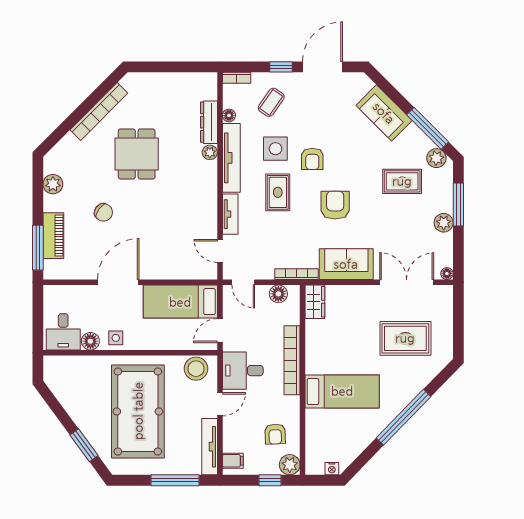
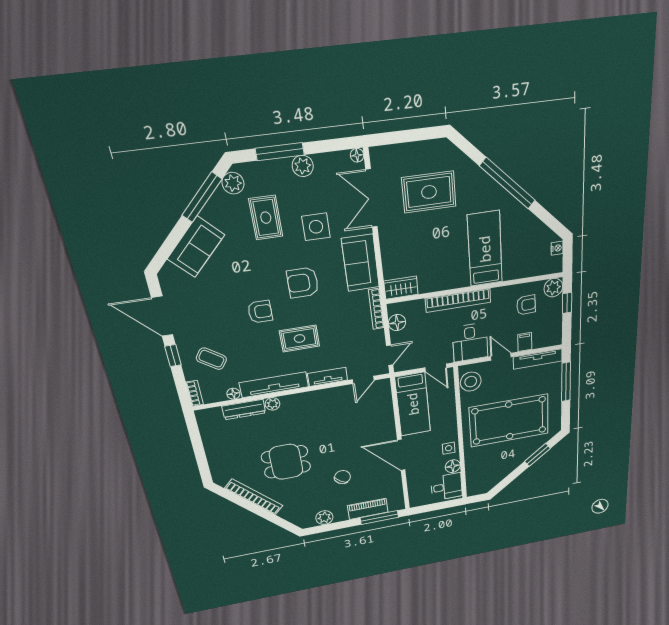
side table: (275, 149) -> (316, 227), moved
rug: (405, 338) -> (429, 192), turned 90
filing cabinet: (233, 461) -> (525, 342), moved

